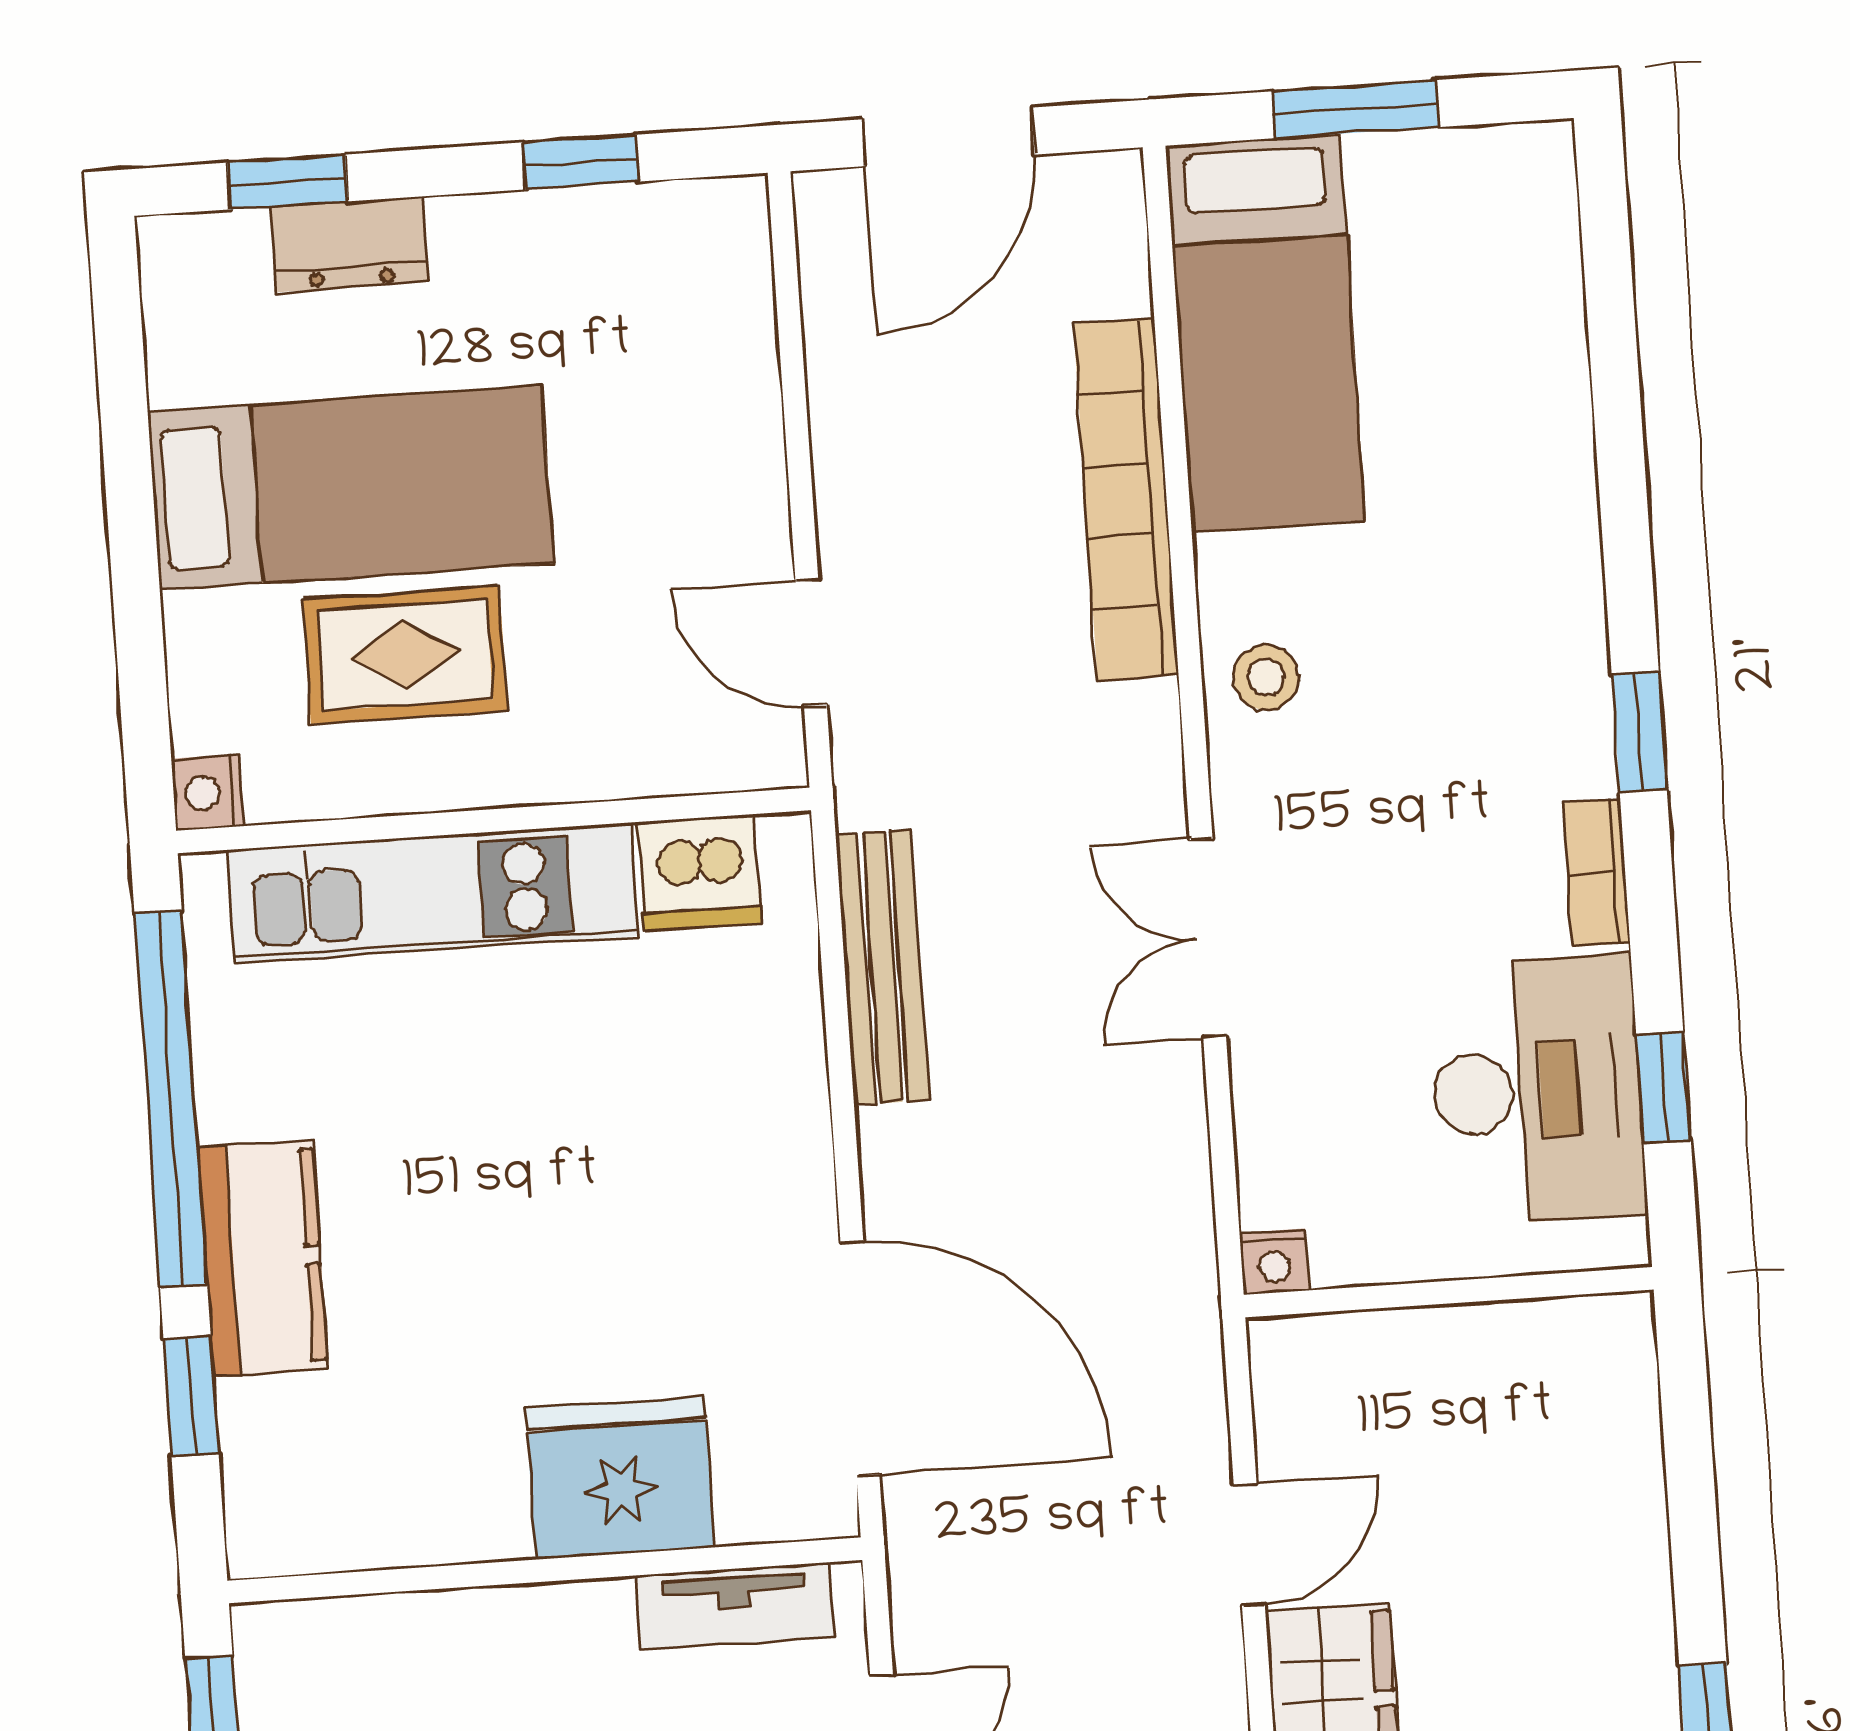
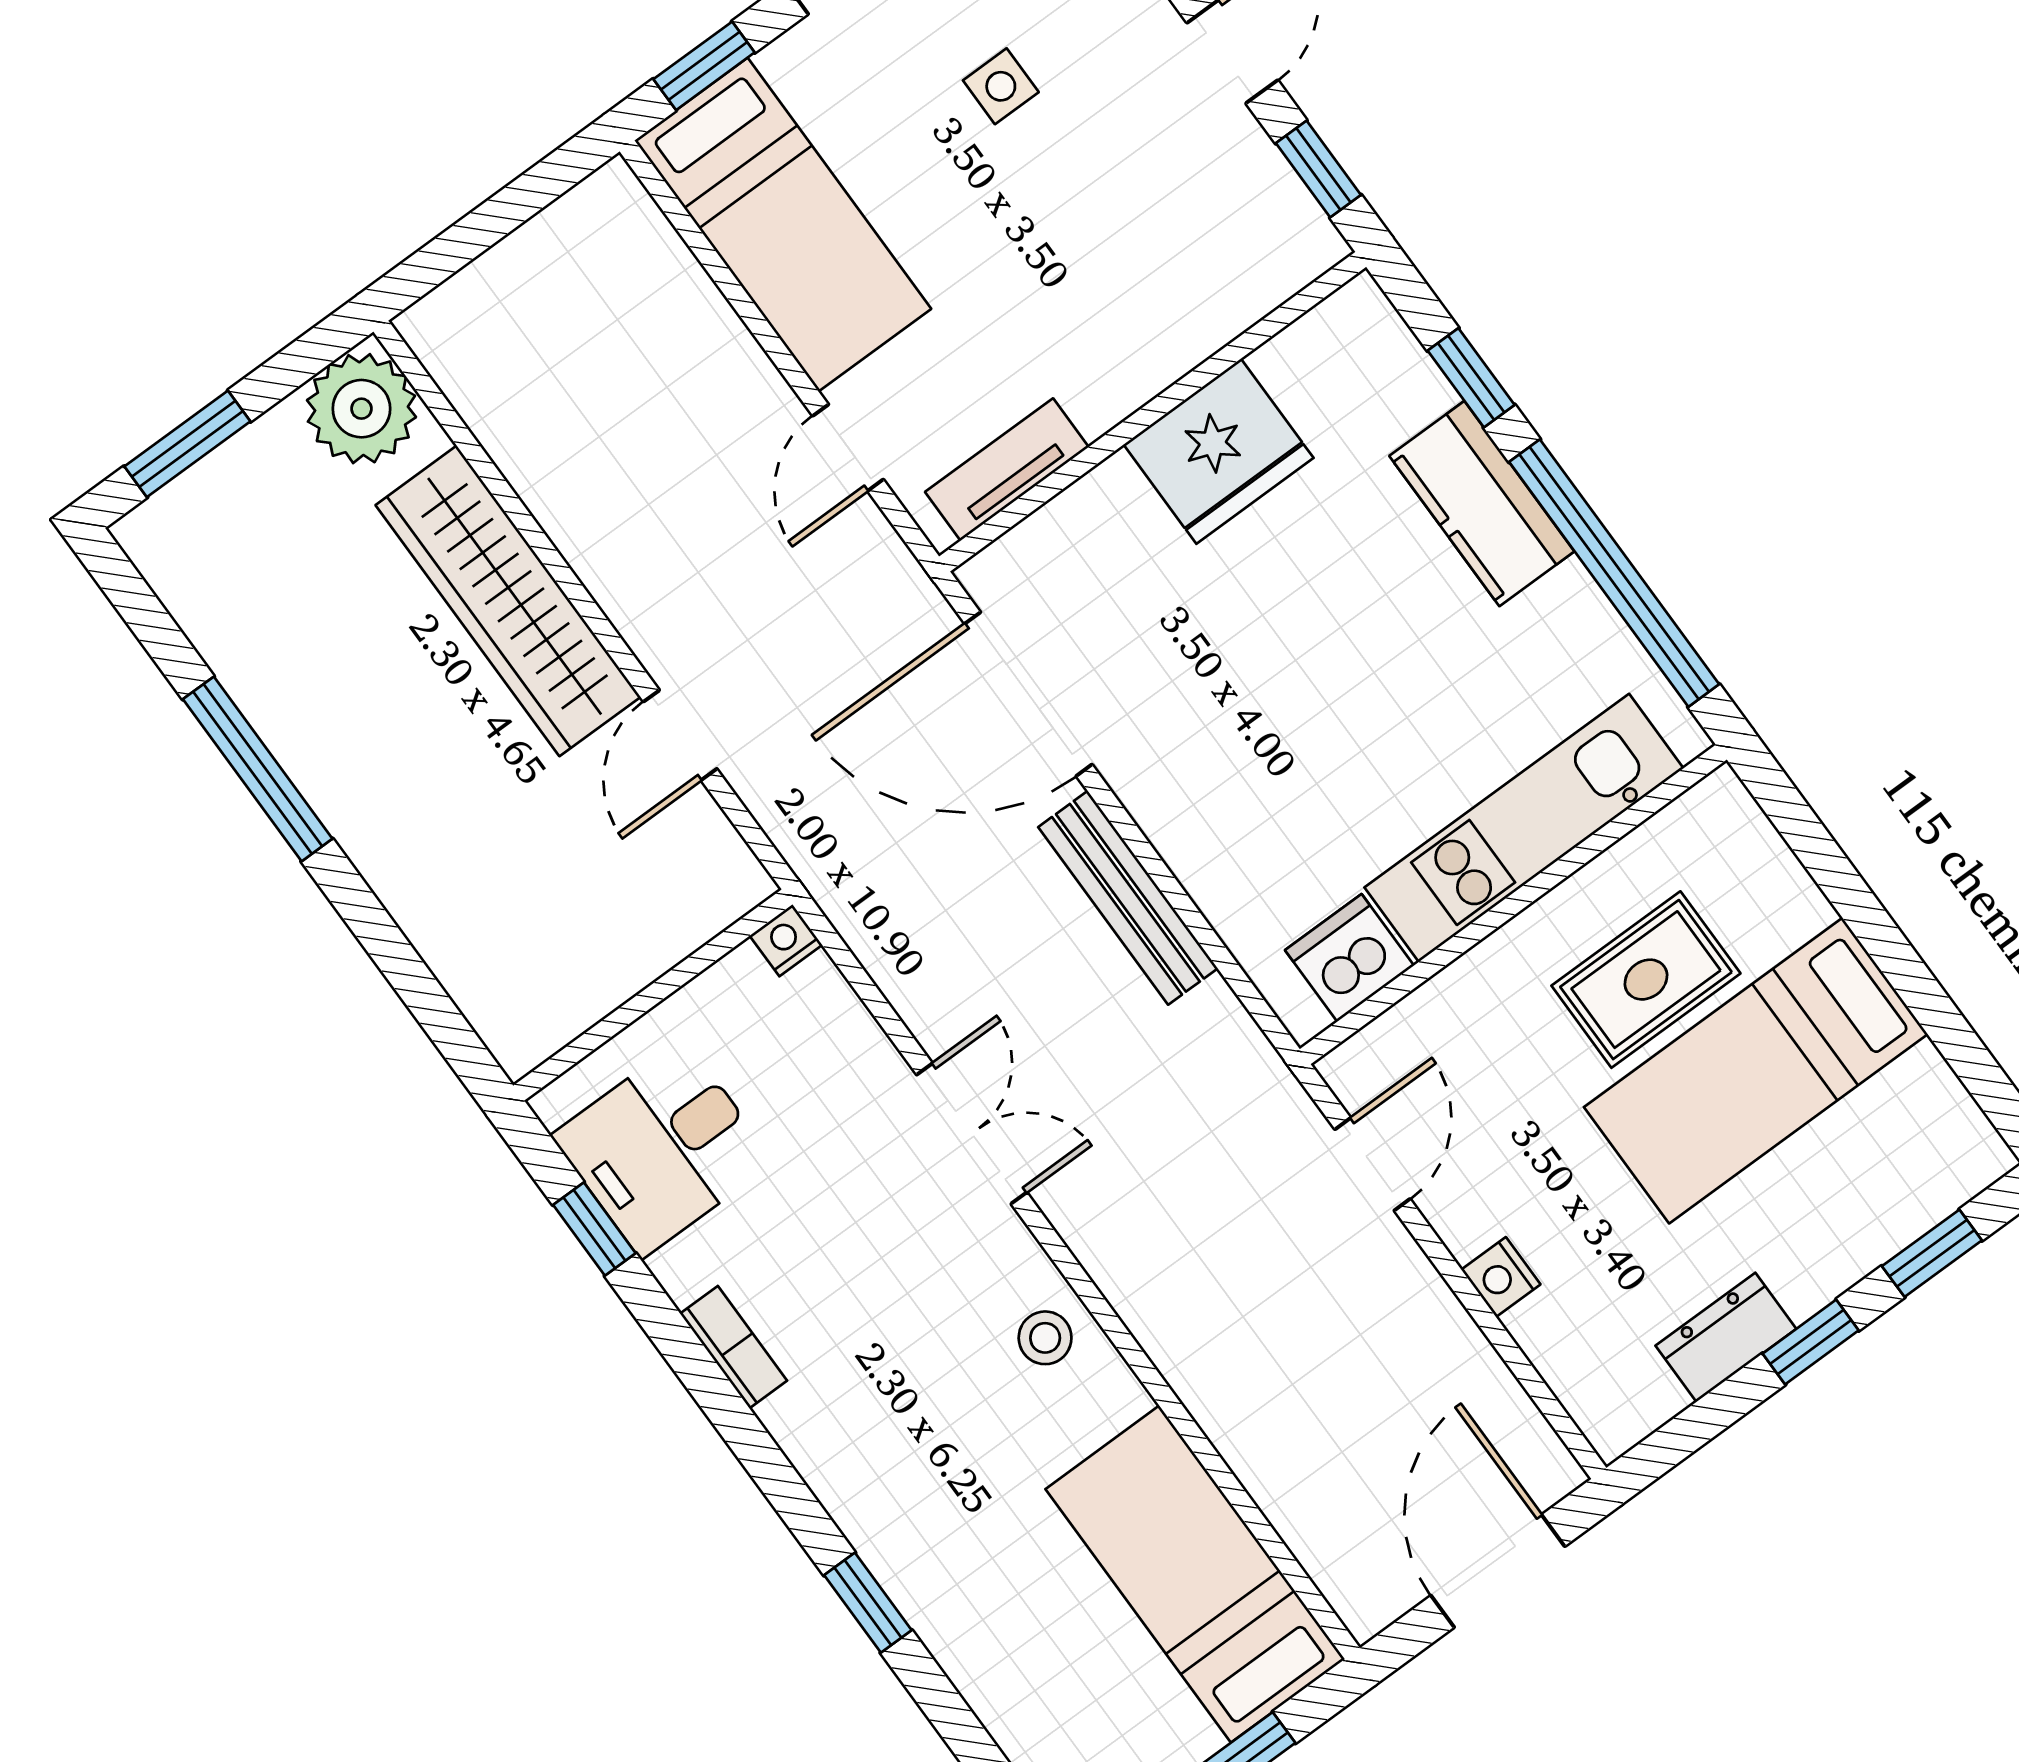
window: (580, 162) -> (1811, 1342), moved
dresser: (350, 244) -> (1726, 1337), moved
bookcase: (1126, 499) -> (1219, 1399), removed
door: (811, 643) -> (1372, 1164), hinge flipped
window: (1639, 732) -> (868, 1603), moved
nightstand: (208, 792) -> (1501, 1277), moved, turned 180
bench: (883, 967) -> (1128, 898), moved
desk: (1537, 1090) -> (663, 1149), width x0.73
fridge: (620, 1478) -> (1219, 451), moved

